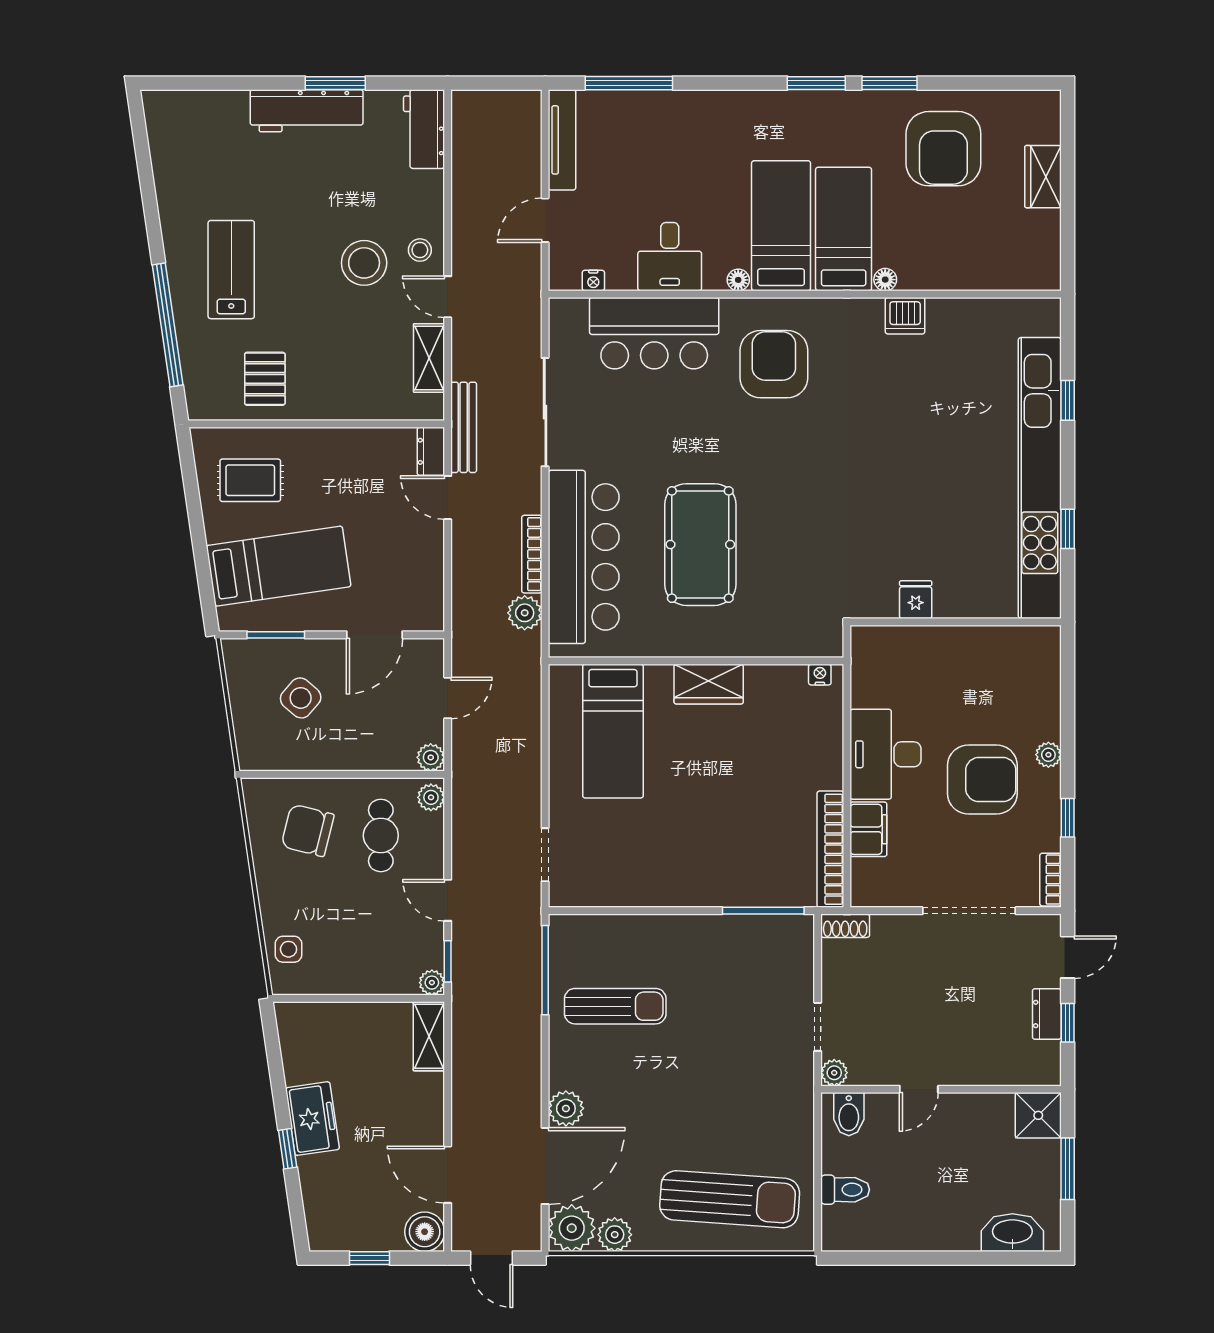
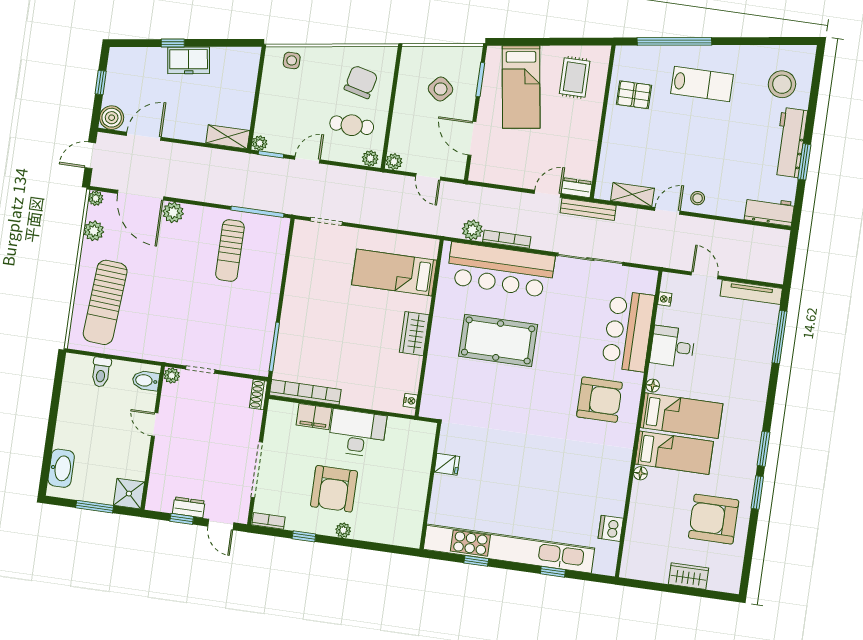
stool: (364, 263) -> (782, 84), moved
dishwasher: (905, 316) -> (611, 528), moved
plant: (572, 1228) -> (96, 198), width x0.53, depth x0.53

